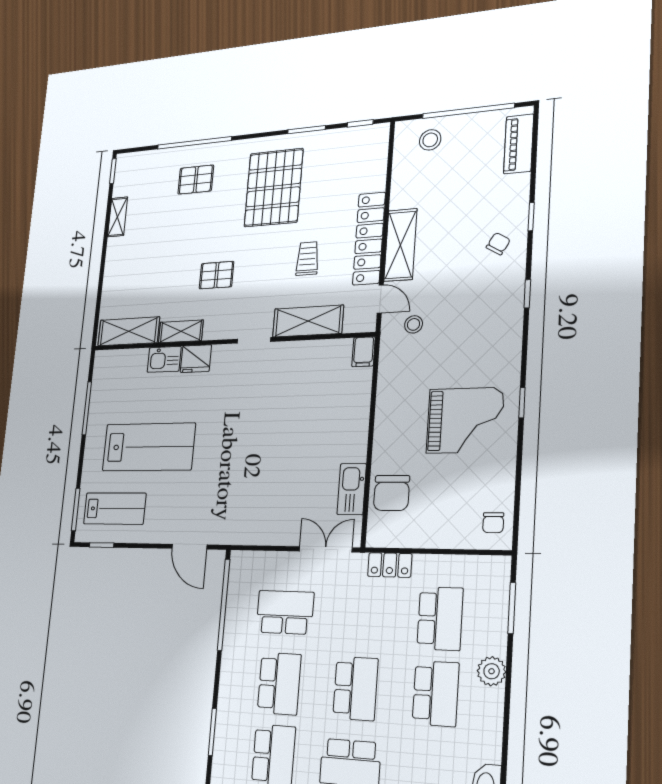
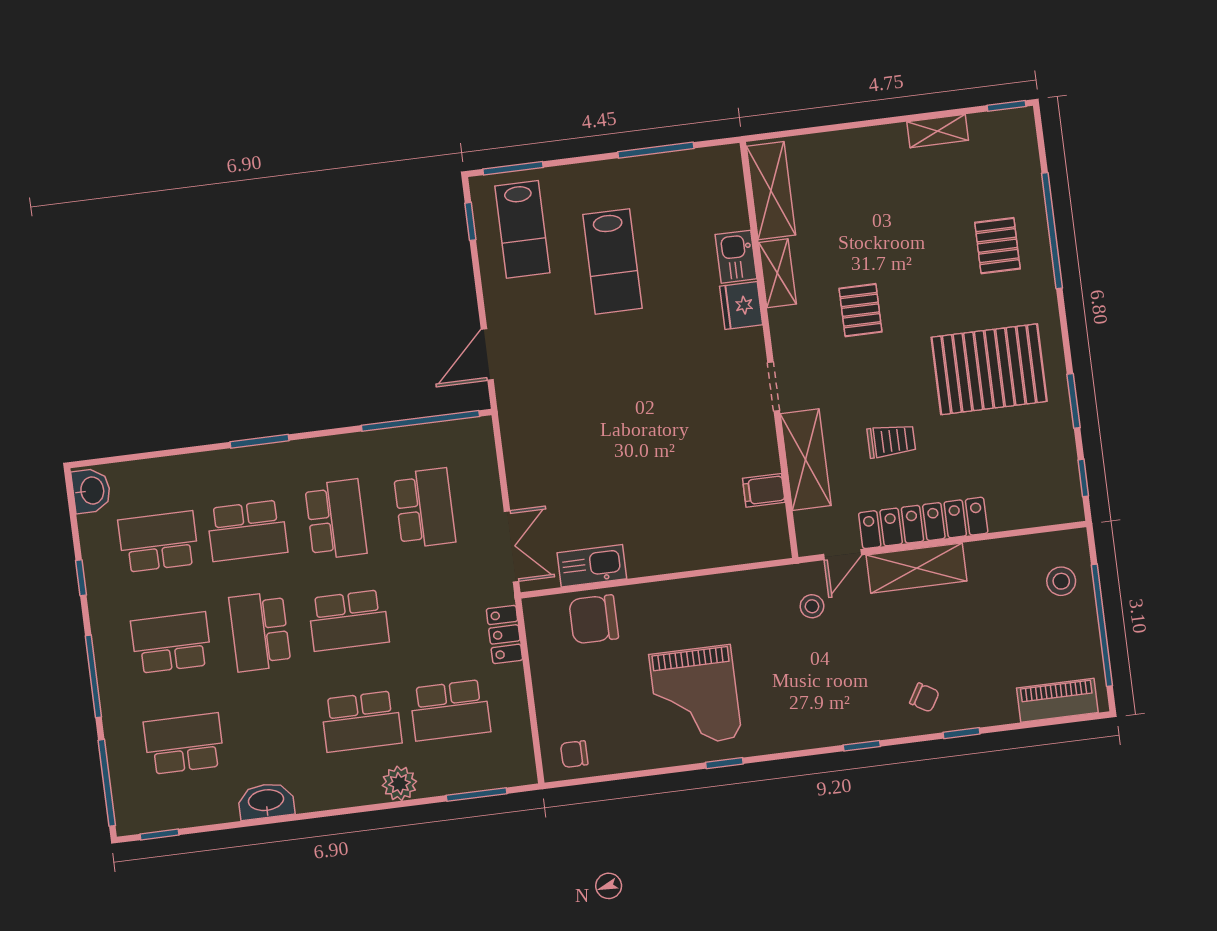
filing cabinet: (364, 352) -> (764, 490), moved
lab bench: (149, 447) -> (612, 261), width x0.73, depth x0.72
school desk: (279, 684) -> (336, 519), turned -90

